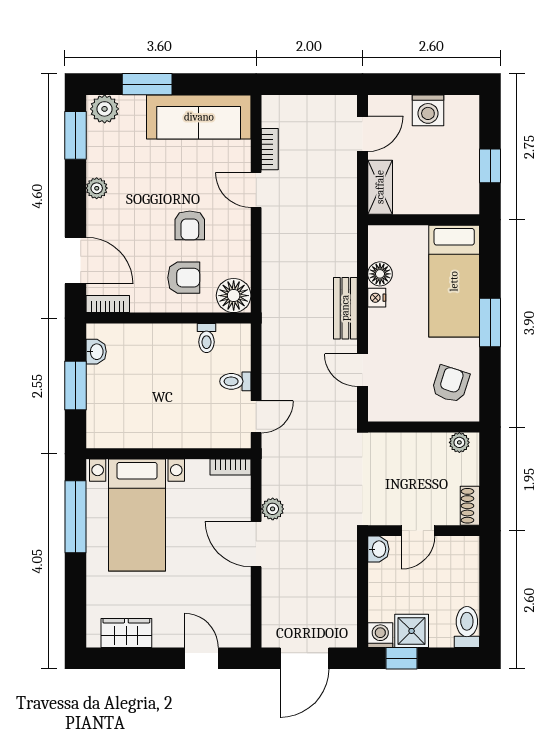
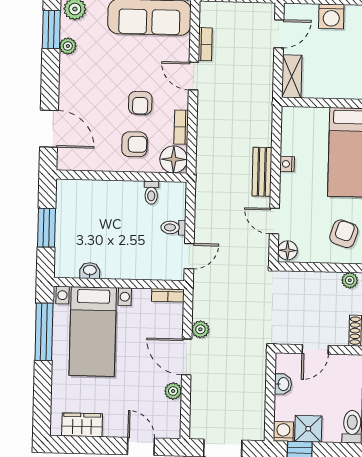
plant: (97, 188) -> (68, 46), moved
floor lamp: (380, 274) -> (287, 250), moved
bookcase: (108, 304) -> (181, 127), moved, turned -90
washbasin: (96, 352) -> (90, 271), moved, turned -90
washbasin: (378, 549) -> (283, 384), moved
plant: (240, 588) -> (173, 391), added

